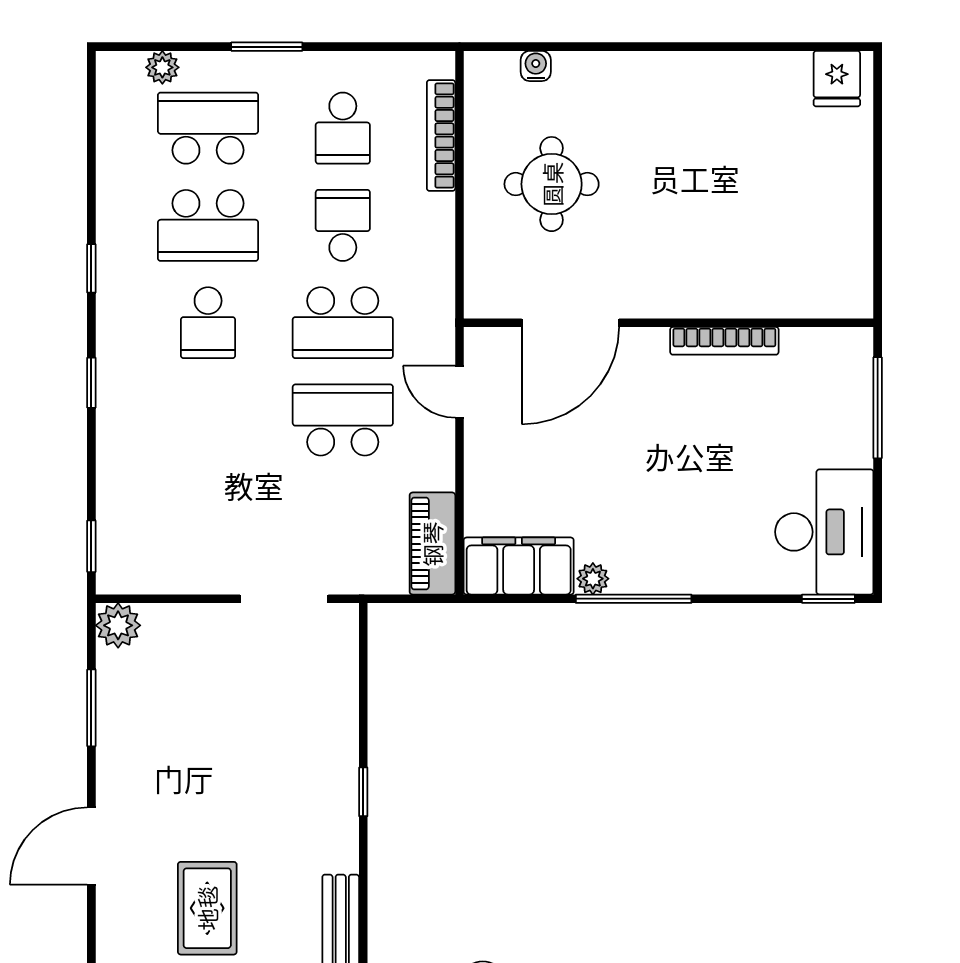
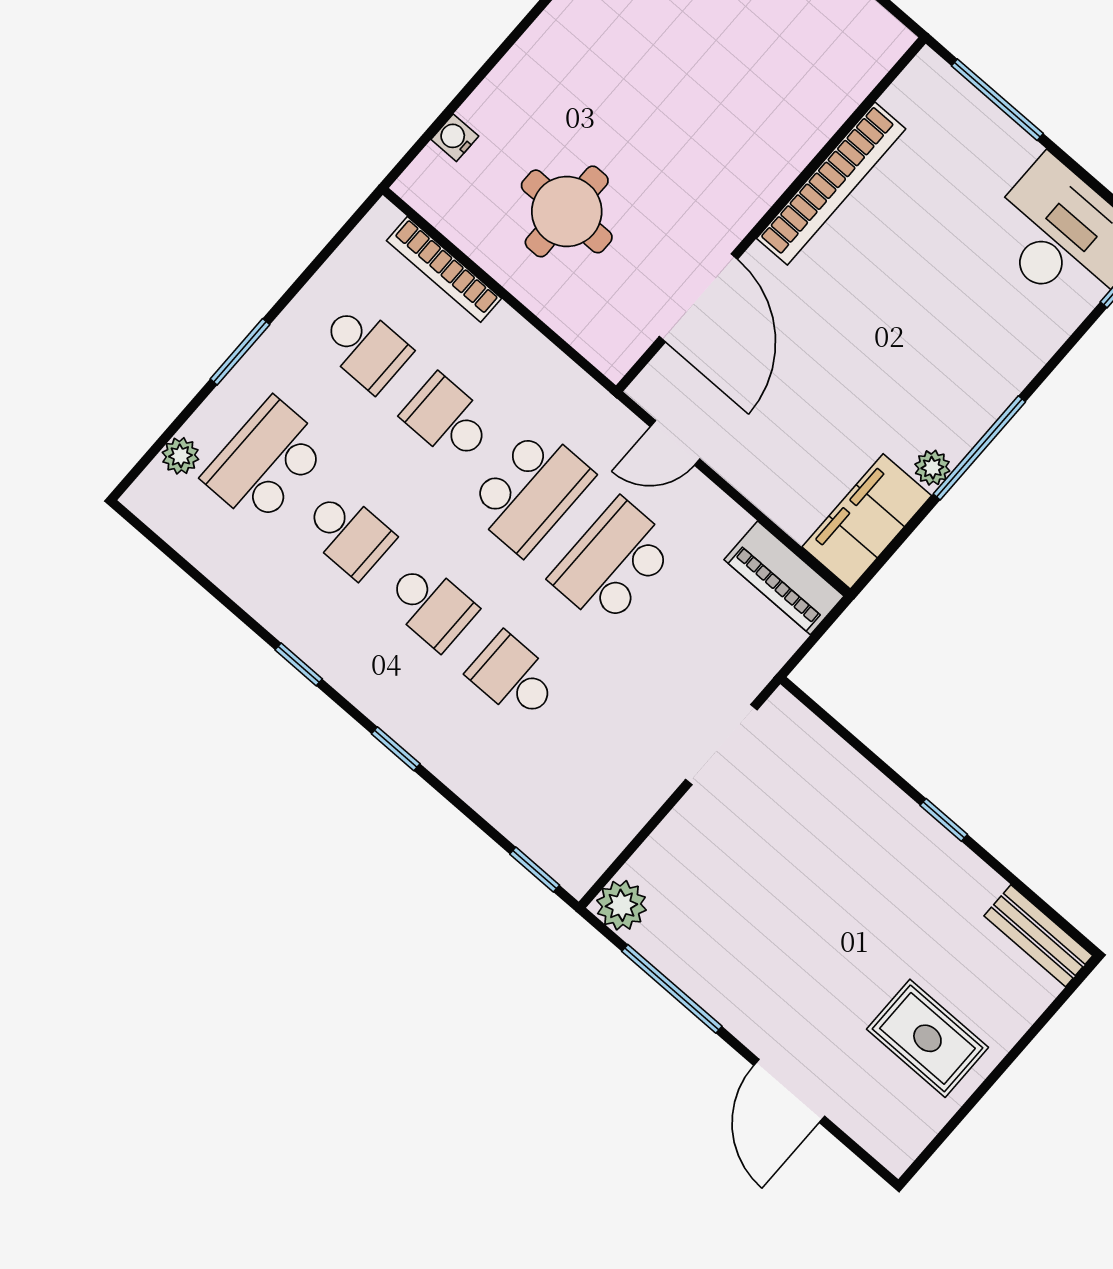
school desk: (208, 225) -> (348, 534), width x0.54
bookcase: (724, 341) -> (831, 184), width x1.48, depth x1.31
school desk: (208, 420) -> (513, 677), added
window: (91, 708) -> (672, 989), width x1.44

